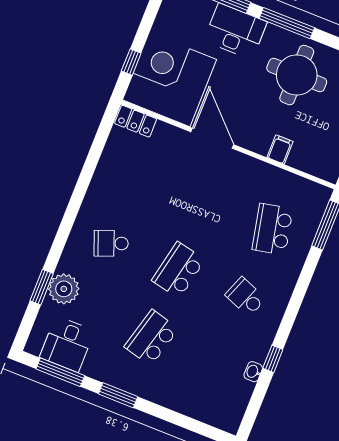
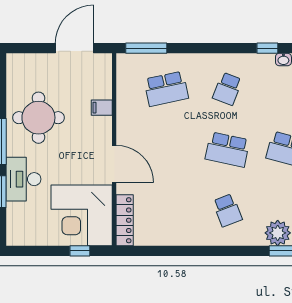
locker: (136, 121) -> (125, 220), width x1.53
door: (212, 138) -> (114, 164), swing flipped

